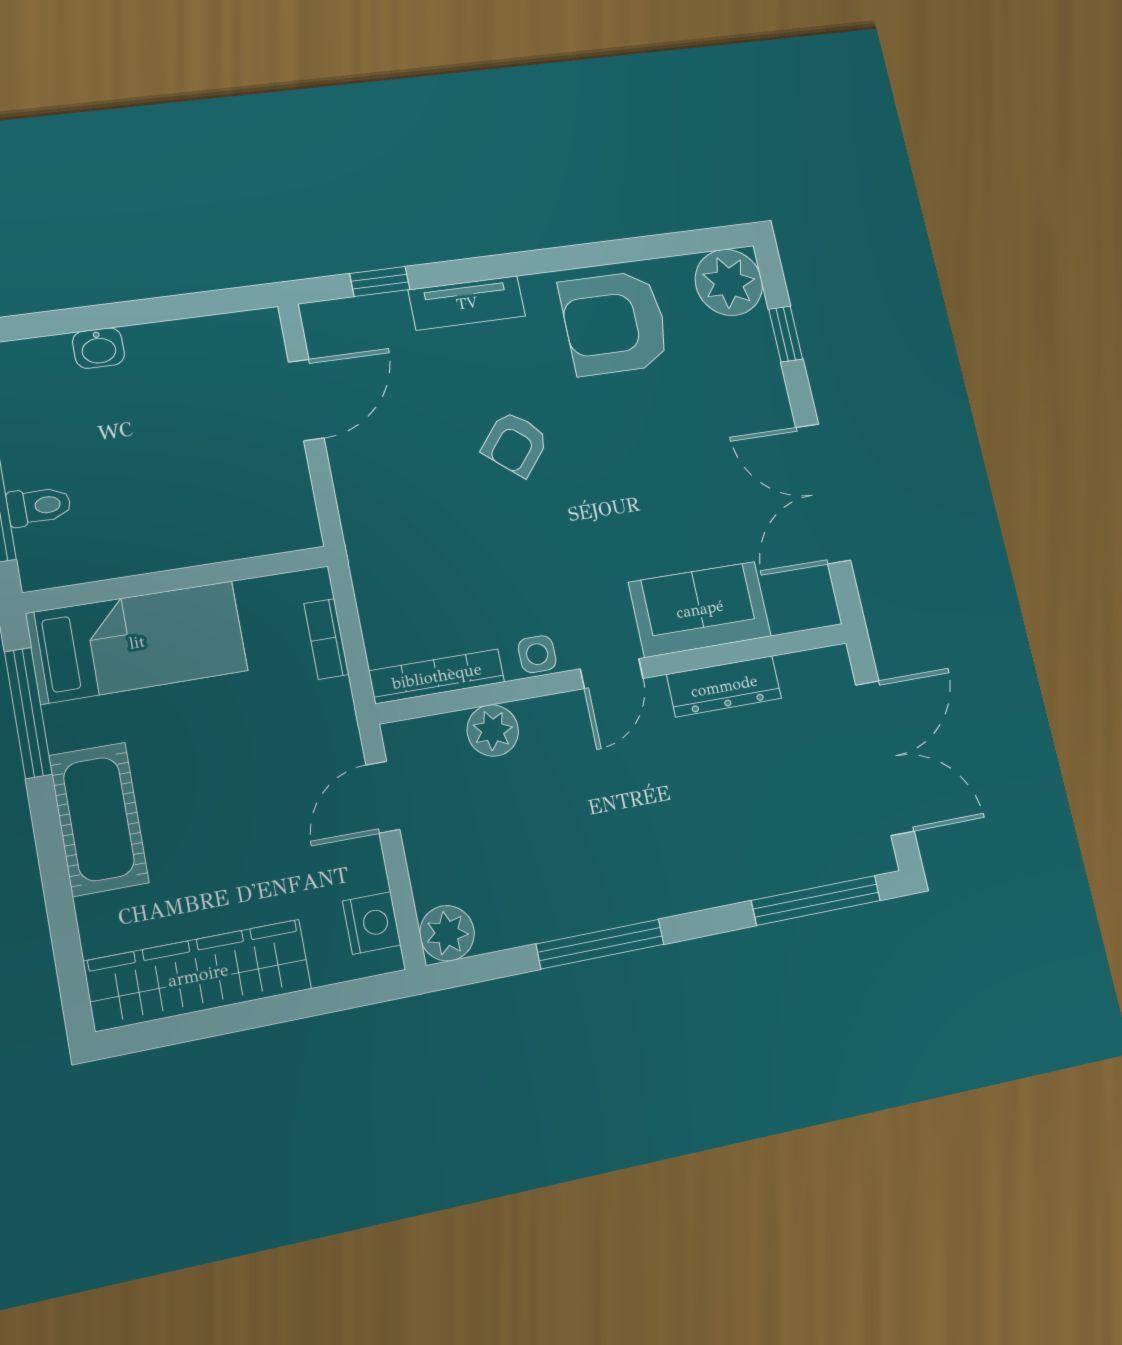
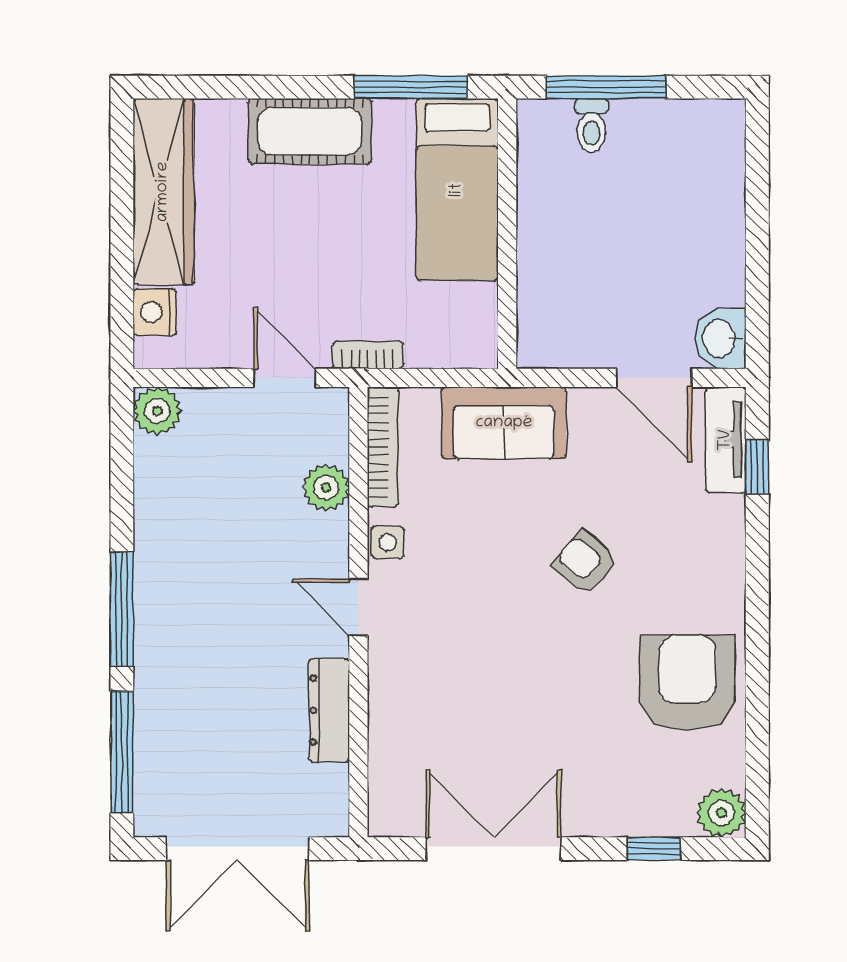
plant: (729, 282) -> (721, 813), width x0.73, depth x0.73
tv unit: (467, 303) -> (726, 440), moved
washbasin: (99, 348) -> (720, 339), moved, width x1.38, depth x1.45
sofa: (700, 609) -> (504, 423), moved, turned 90
bookcase: (326, 639) -> (368, 355), moved
nightstand: (372, 923) -> (155, 312), moved, turned 90
window: (600, 944) -> (122, 609), moved

